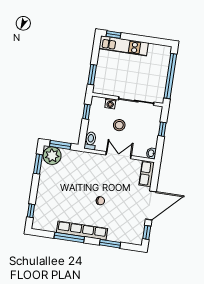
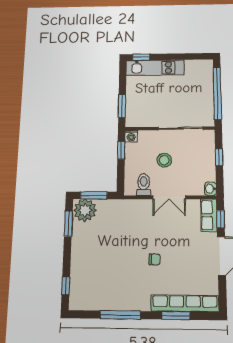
washing machine: (110, 103) -> (131, 136), moved
toilet: (90, 141) -> (144, 185), moved
double door: (119, 155) -> (169, 197), swing flipped
row of seats: (82, 230) -> (185, 303), moved
window: (147, 232) -> (221, 219), moved

